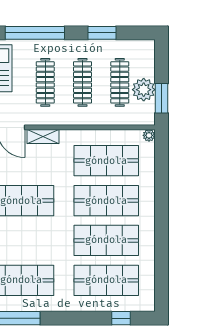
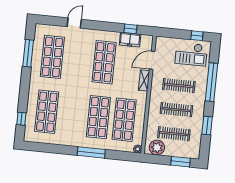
plant: (144, 90) -> (157, 148), moved
window: (162, 98) -> (181, 162), moved
window: (162, 206) -> (91, 152), added
shop shelf: (106, 240) -> (73, 114), removed

